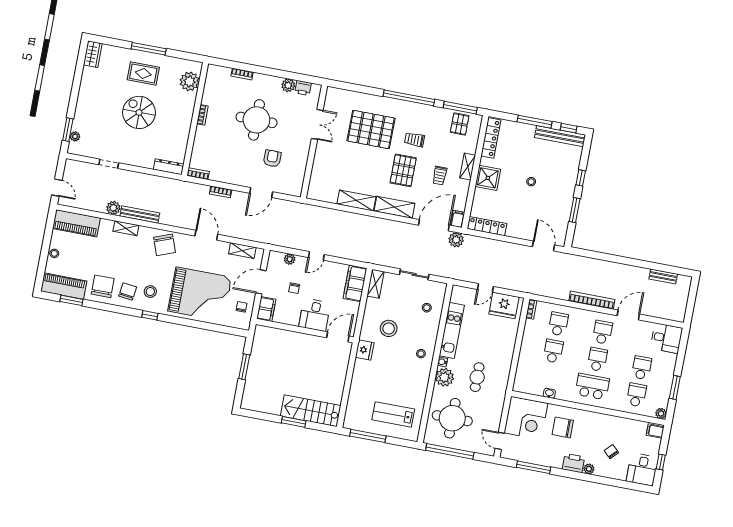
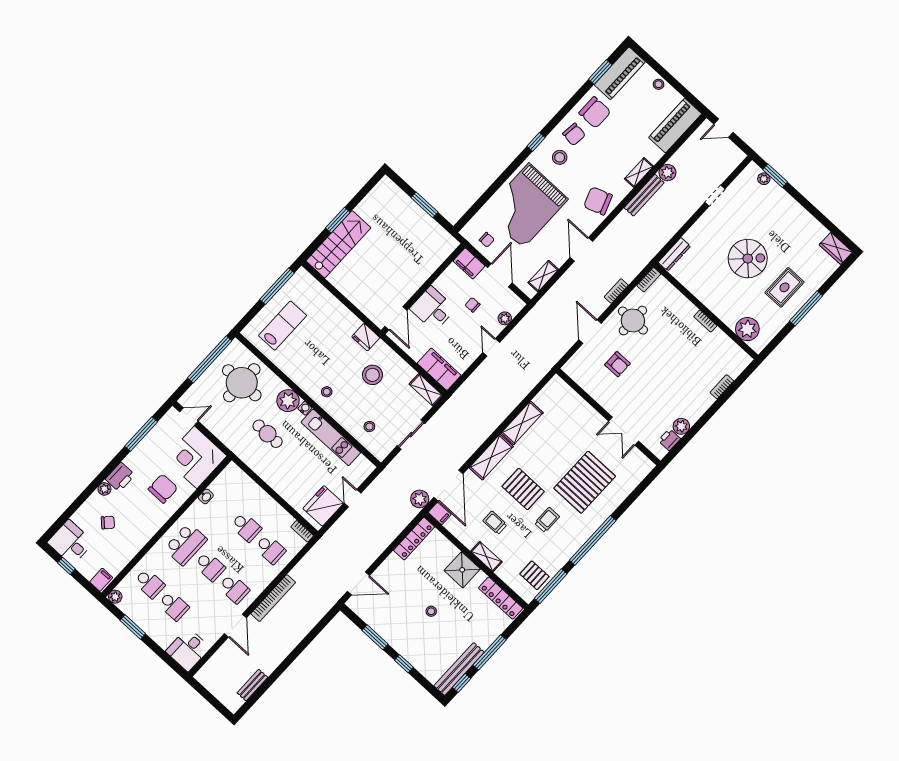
round table: (256, 120) -> (633, 321), moved, width x0.73, depth x0.73
door: (206, 235) -> (581, 249), swing flipped

